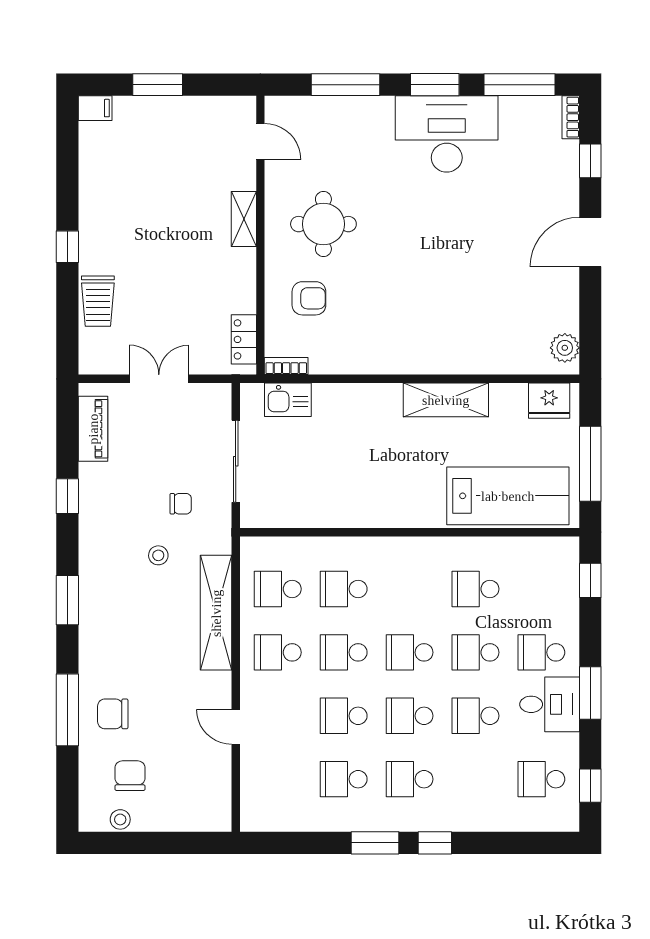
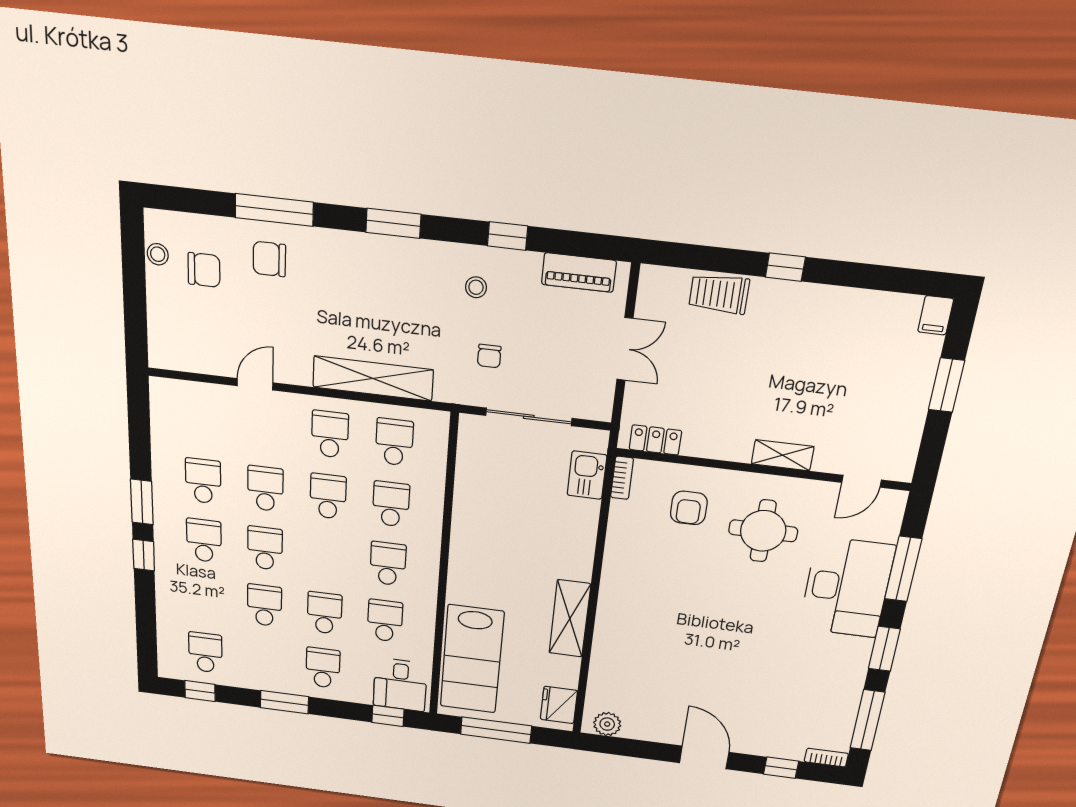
desk: (447, 134) -> (847, 587), moved
stool: (158, 555) -> (476, 287), moved
school desk: (410, 652) -> (388, 564), moved
desk: (550, 704) -> (400, 685), moved
chair: (113, 714) -> (269, 259), turned -90

